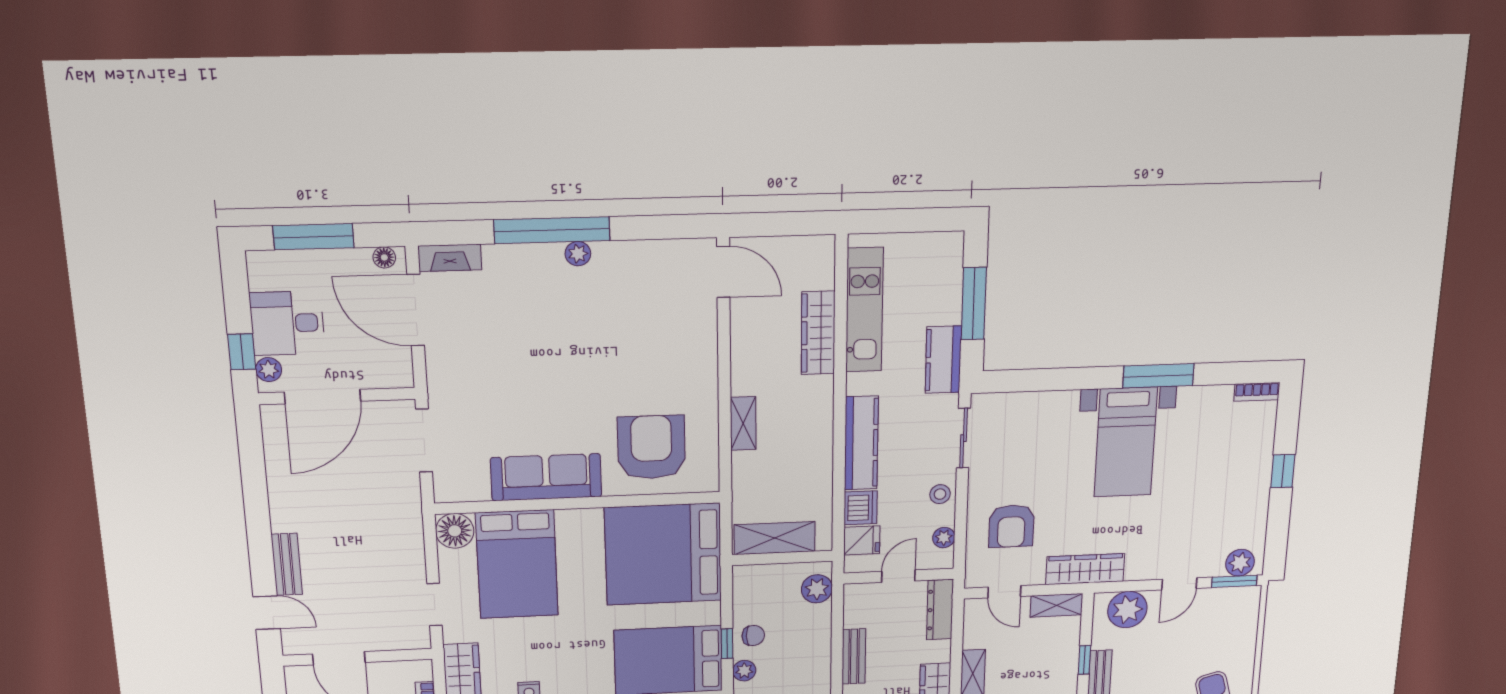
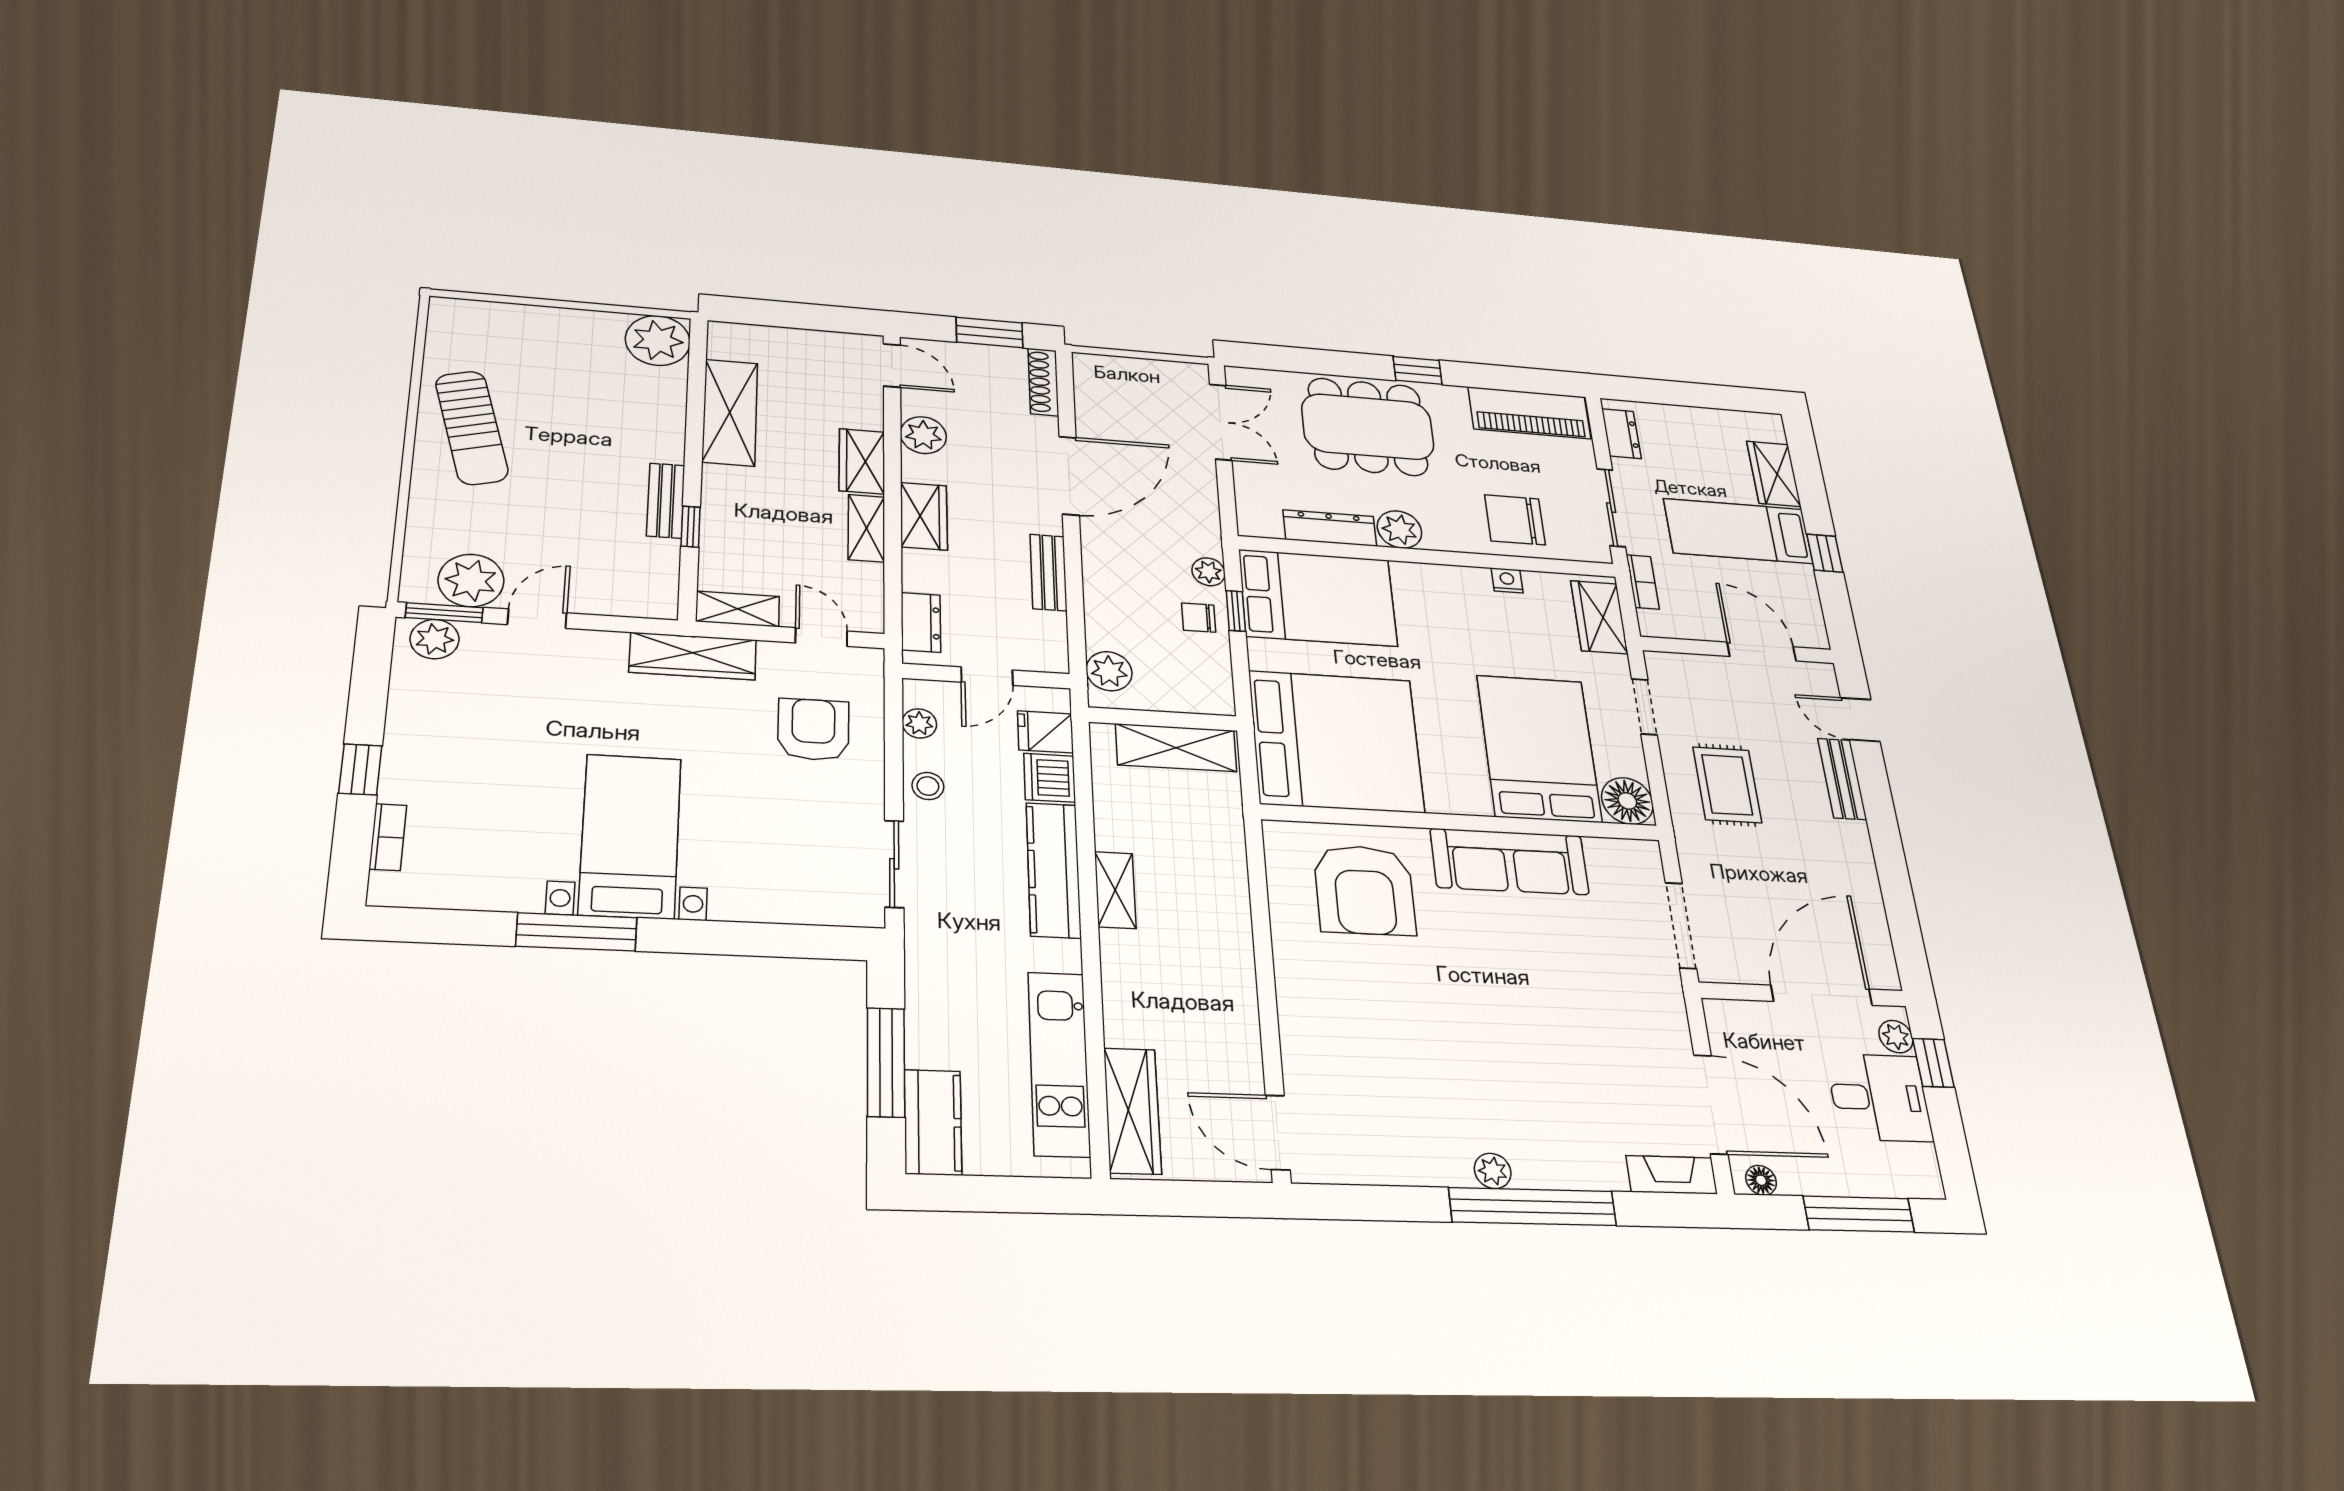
wardrobe: (818, 333) -> (1132, 1111), moved
kitchen counter: (943, 360) -> (933, 1122), moved
bookcase: (1257, 392) -> (388, 837), moved, turned 90
shelving: (743, 423) -> (1115, 890), moved
rug: (377, 551) -> (1727, 785), added
dresser: (940, 610) -> (921, 622), width x0.70
plant: (1127, 610) -> (471, 580), moved

